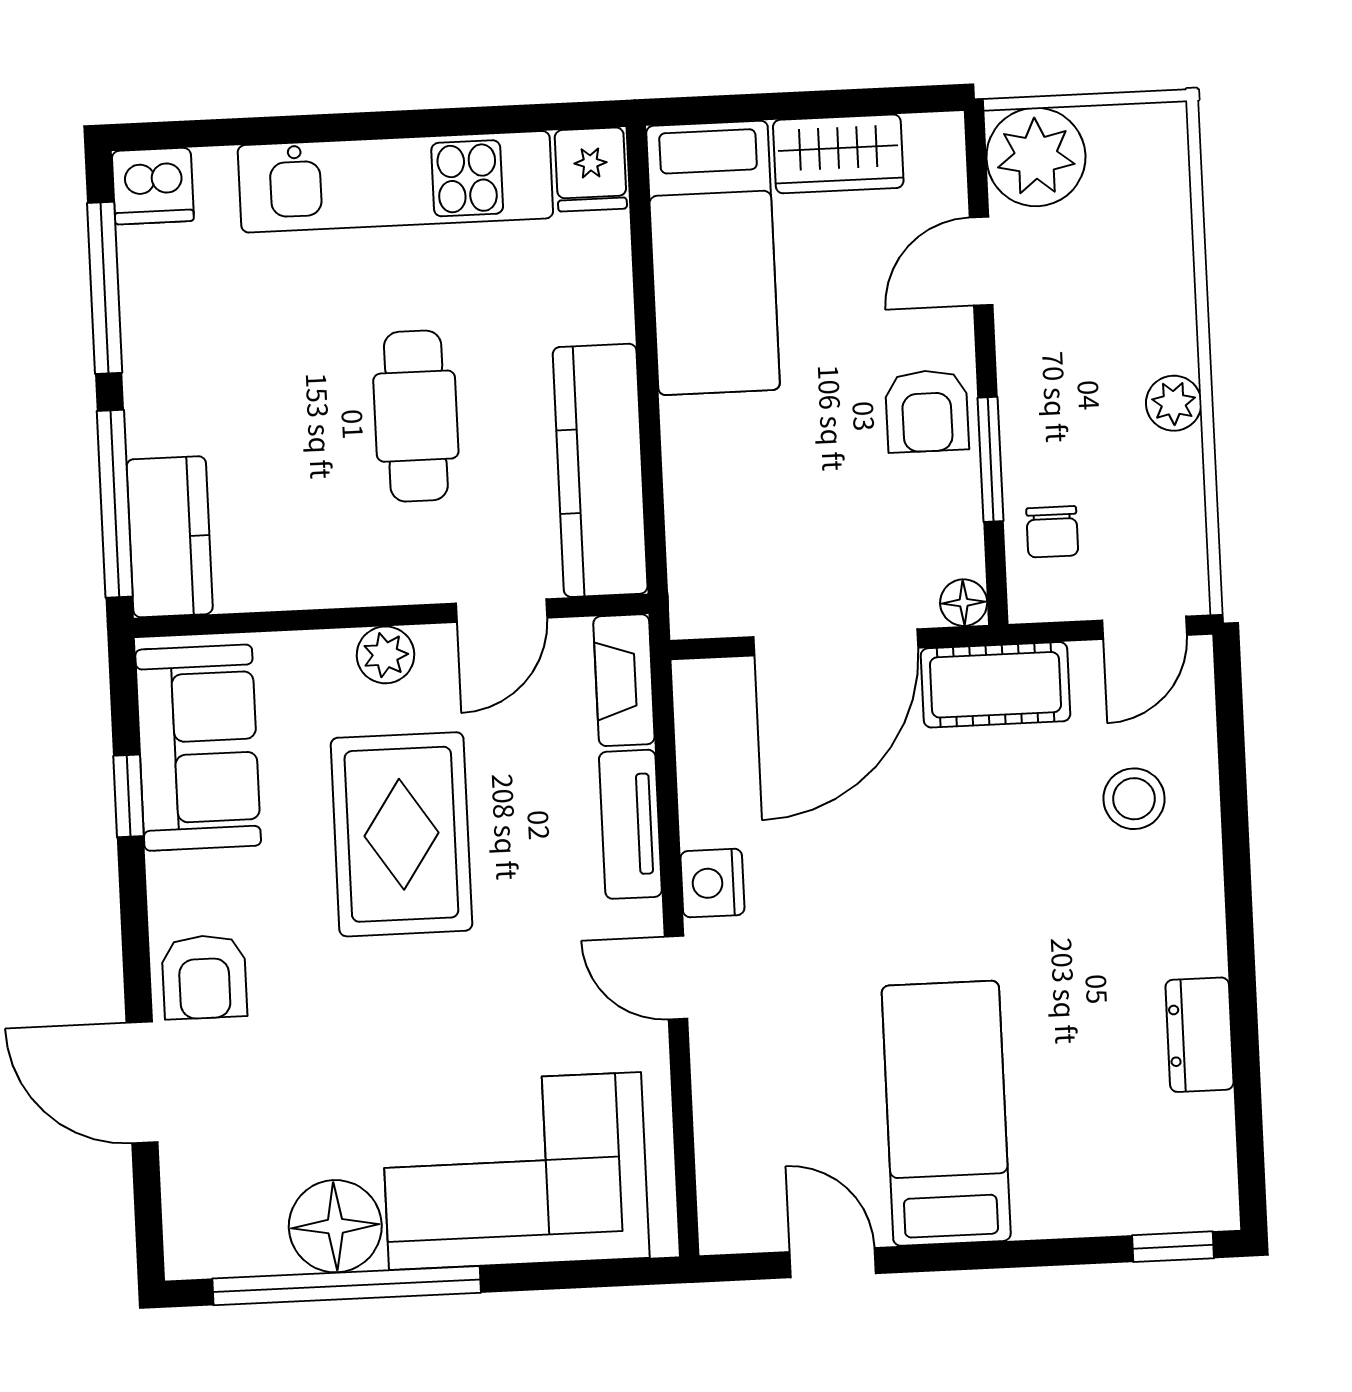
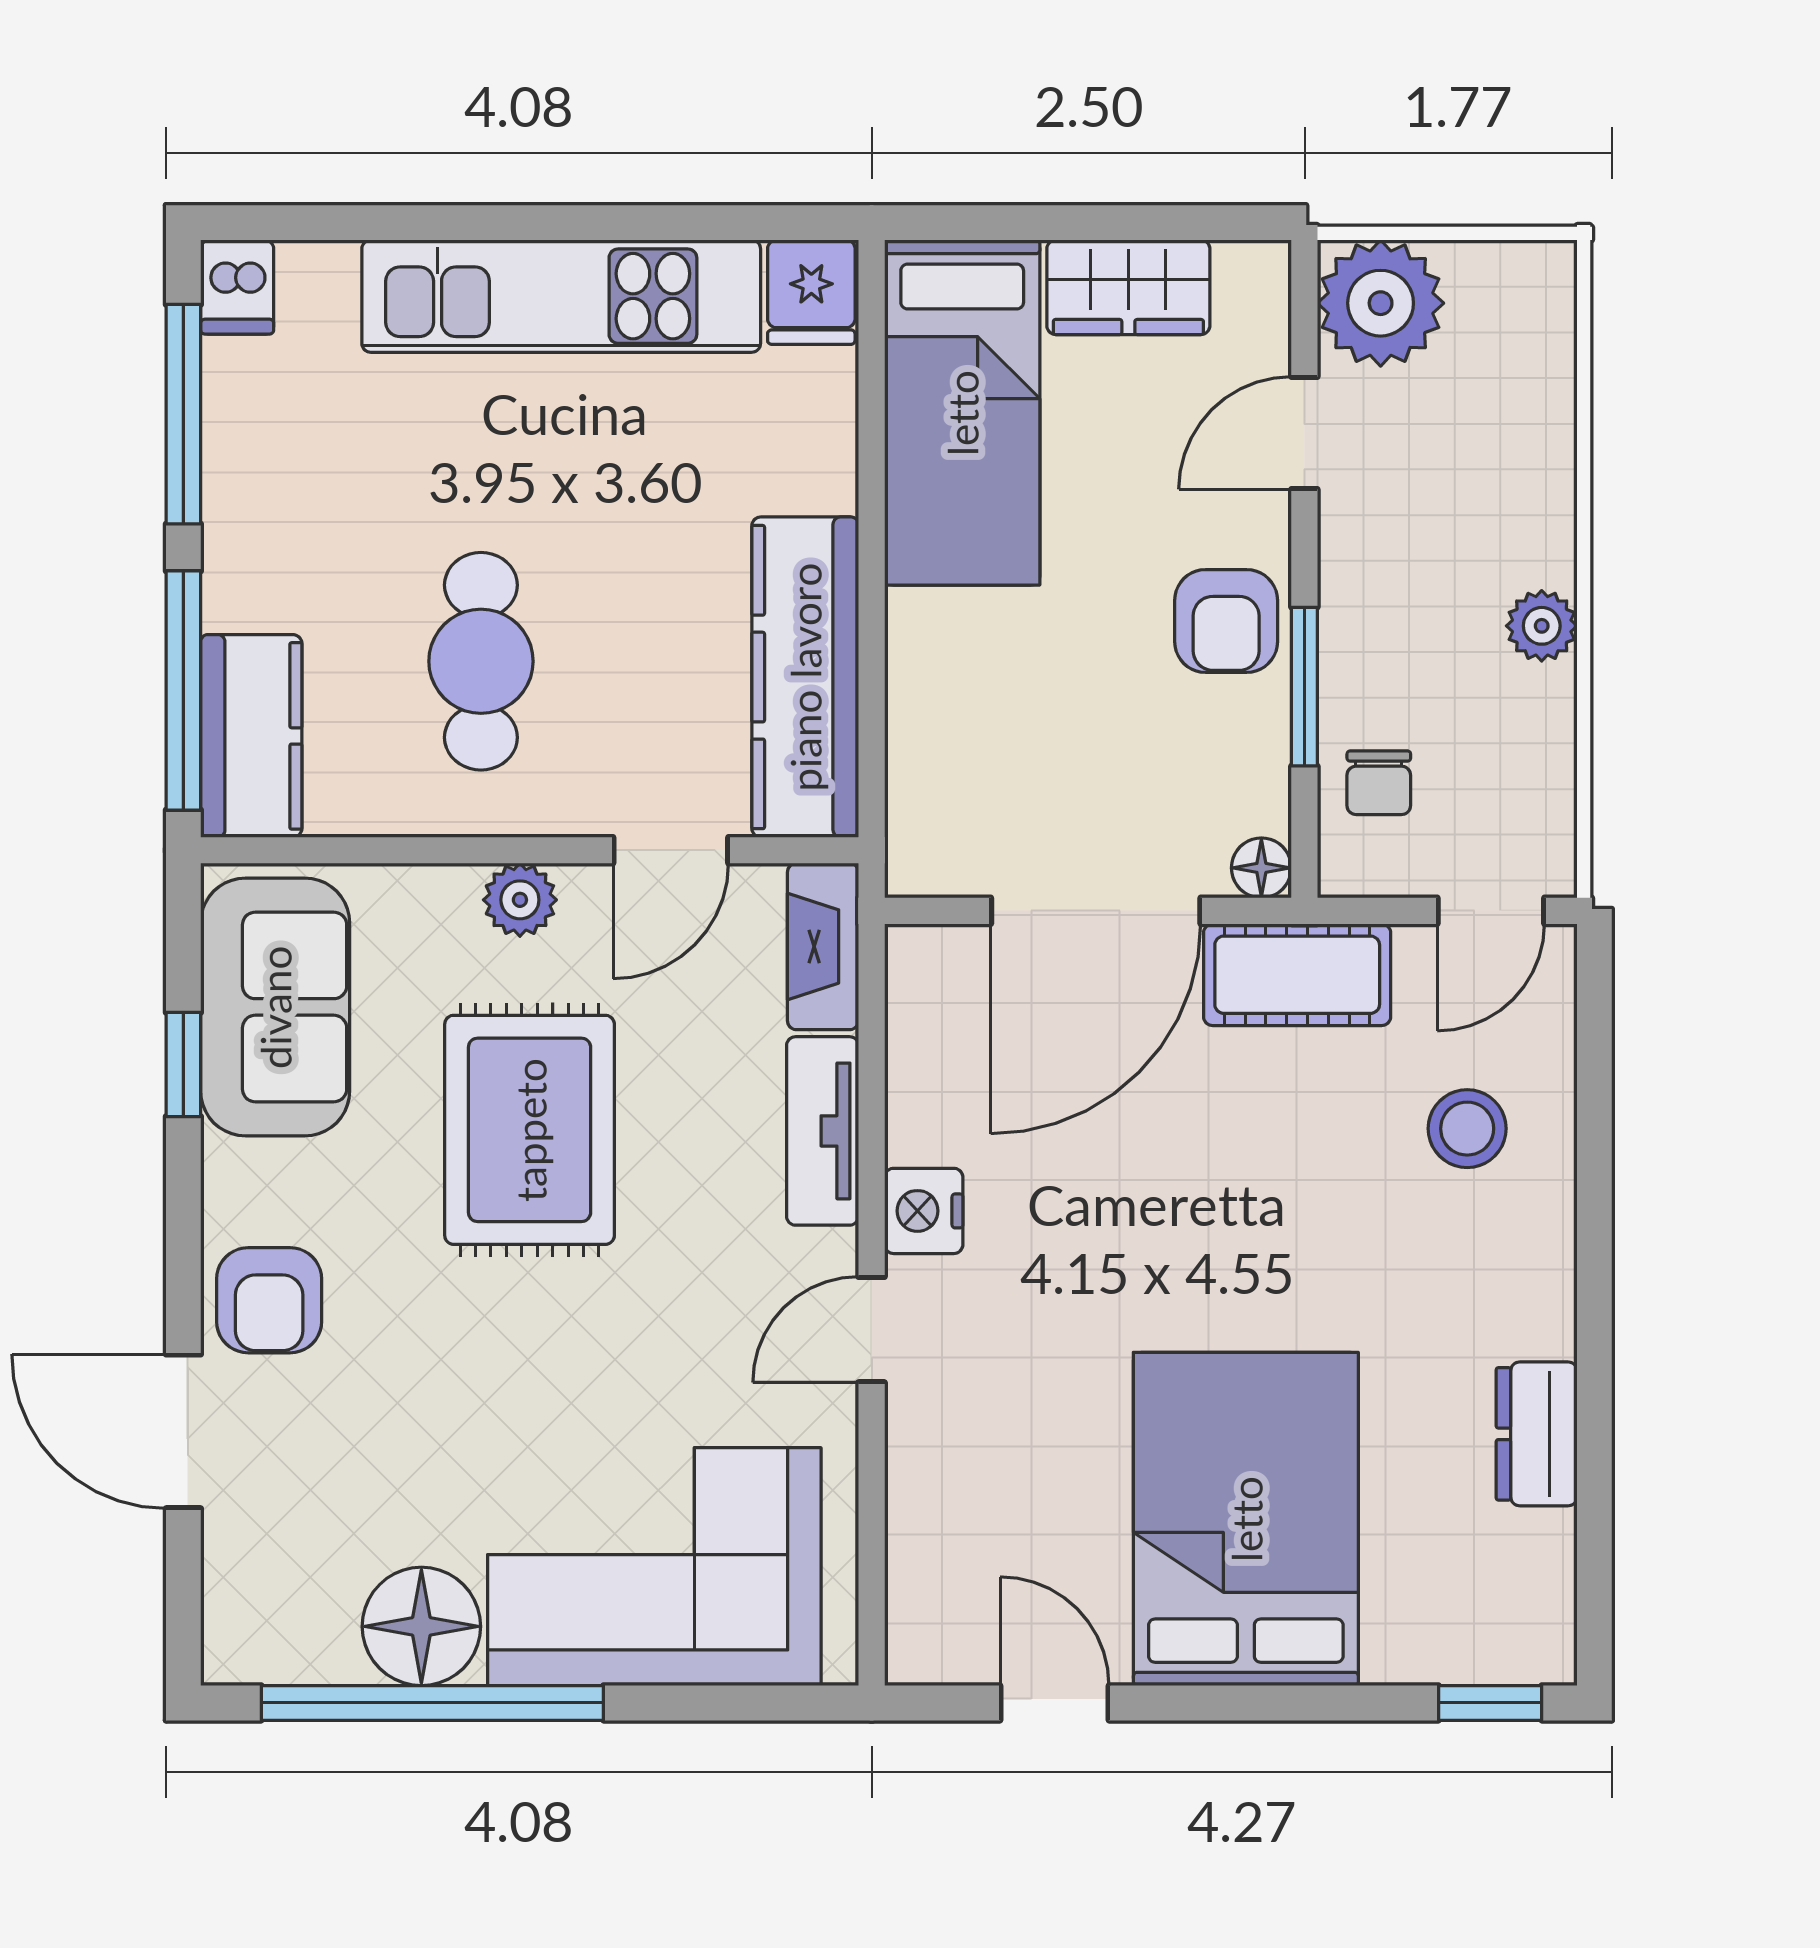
dishwasher: (153, 186) -> (237, 287), width x0.73
cafe table: (416, 416) -> (481, 661), moved
door: (676, 978) -> (872, 1330), hinge flipped
bed: (946, 1113) -> (1246, 1519), width x1.50

